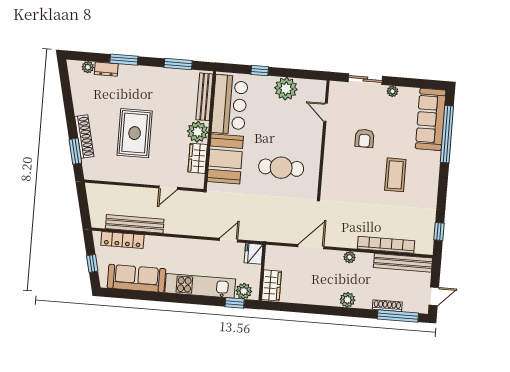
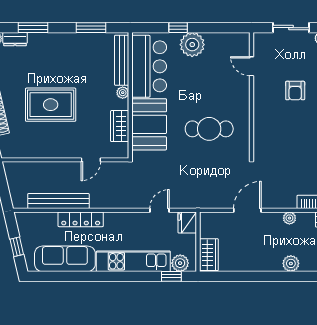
plant: (286, 89) -> (192, 45), moved
plant: (198, 132) -> (123, 93), width x0.53, depth x0.53
rug: (135, 133) -> (51, 105), turned 90
locker: (122, 240) -> (81, 219), moved

